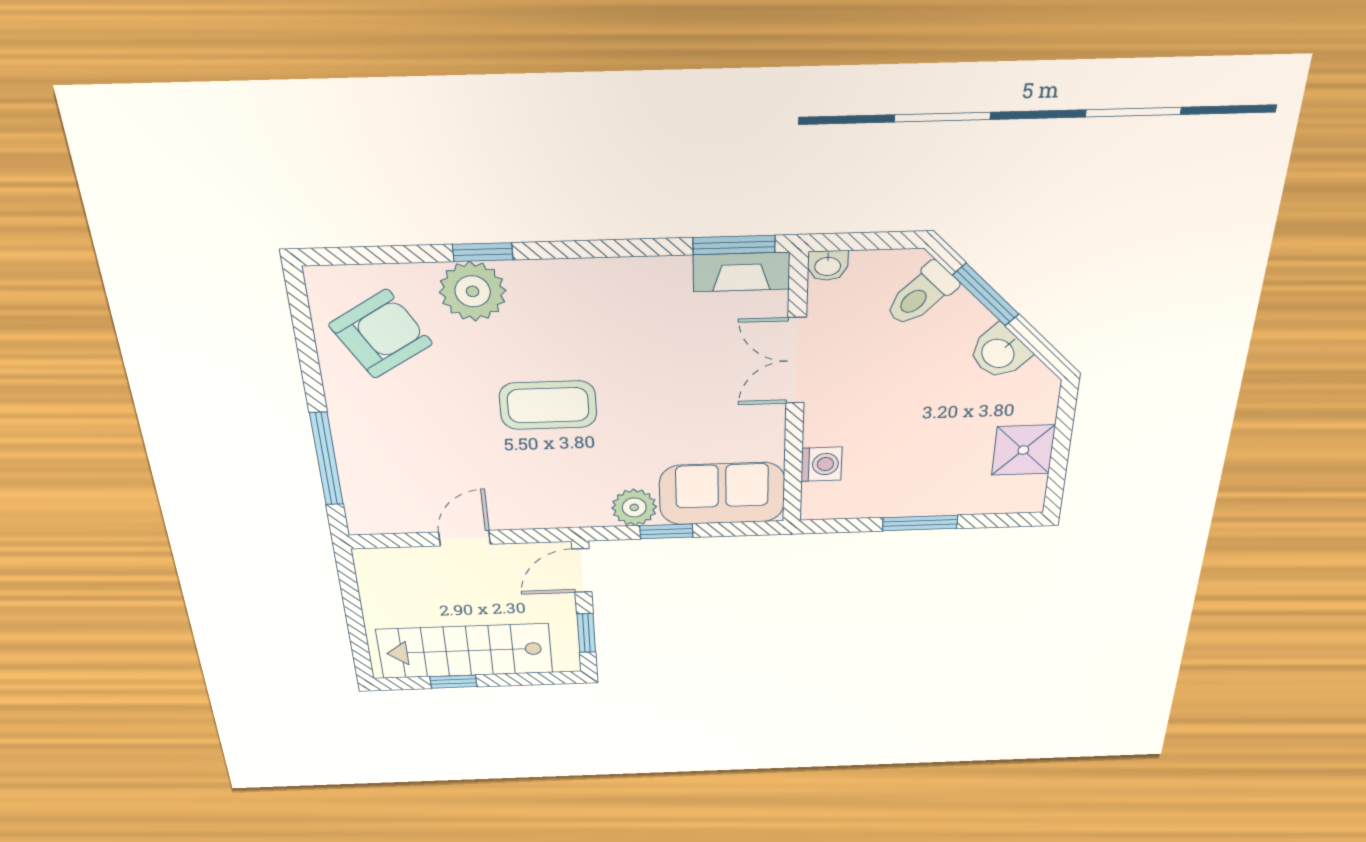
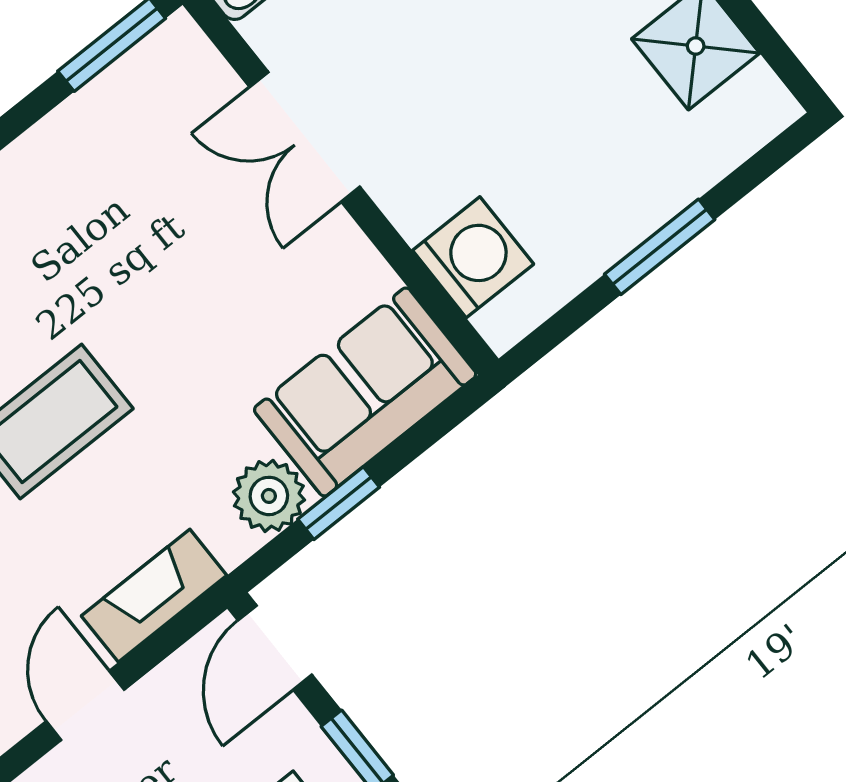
fireplace: (741, 272) -> (154, 596), moved, turned 180
washing machine: (821, 464) -> (473, 257), width x1.38, depth x1.38

